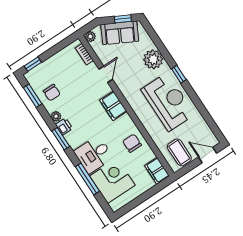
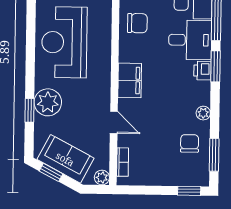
door: (106, 74) -> (114, 122), swing flipped
window: (179, 74) -> (30, 110), moved
printer: (64, 126) -> (202, 71), moved
window: (61, 139) -> (216, 66), moved
chair: (132, 143) -> (137, 23), turned -90

